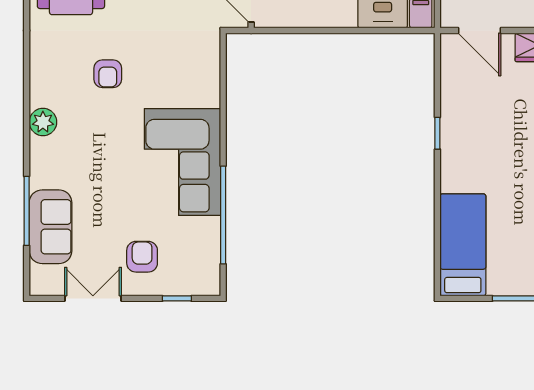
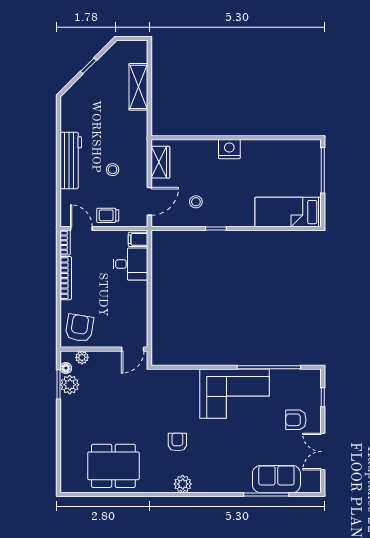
armchair: (108, 74) -> (177, 442), turned -90
stool: (479, 102) -> (196, 202), added
plant: (43, 122) -> (183, 484), moved

